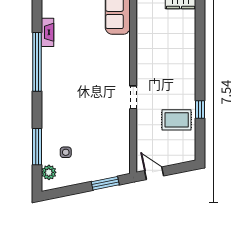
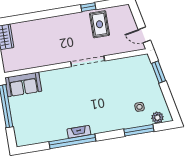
fireplace: (47, 32) -> (79, 132), moved
doorway: (133, 97) -> (88, 61), width x1.88
door: (154, 173) -> (144, 35), hinge flipped

